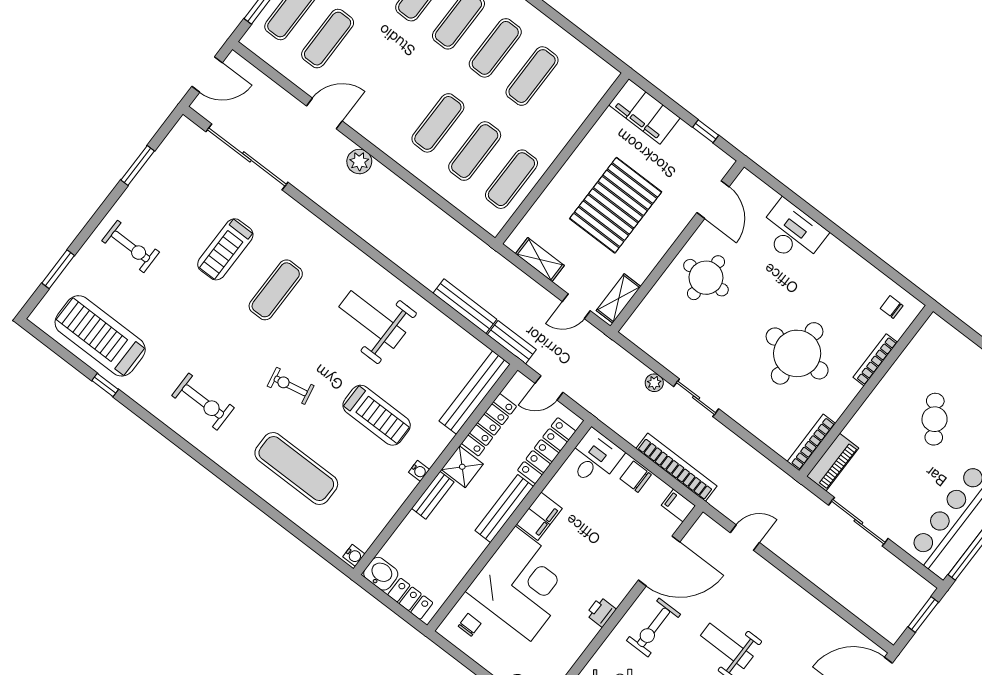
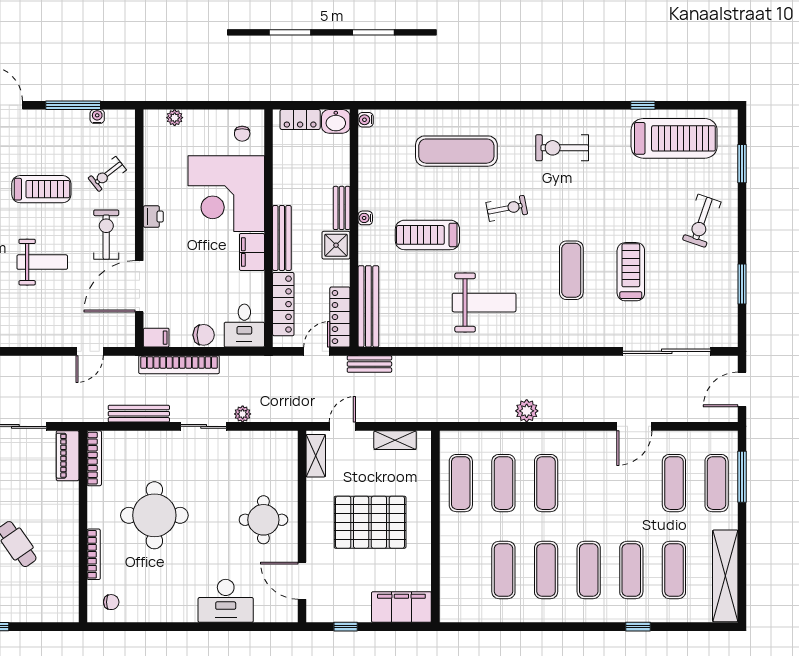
plant: (359, 162) -> (527, 411), moved
pallet: (616, 205) -> (370, 522), turned 90
exercise bike: (131, 246) -> (702, 221), turned -71
bench: (465, 306) -> (139, 414), moved
locker: (489, 425) -> (340, 317), moved

